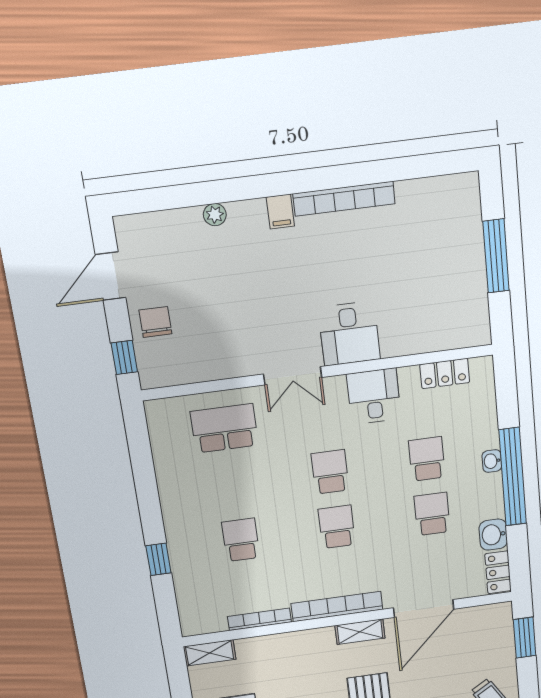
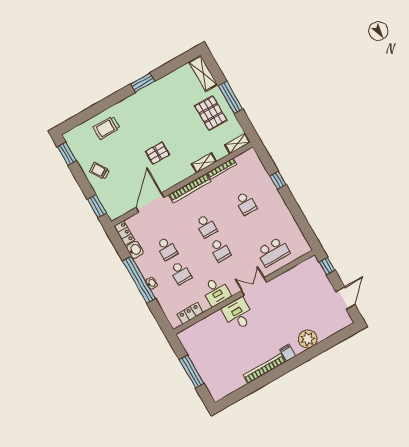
plant: (215, 215) -> (308, 339), width x1.87, depth x1.87
chair: (155, 322) -> (320, 286), removed
shelving: (360, 632) -> (204, 163), moved

